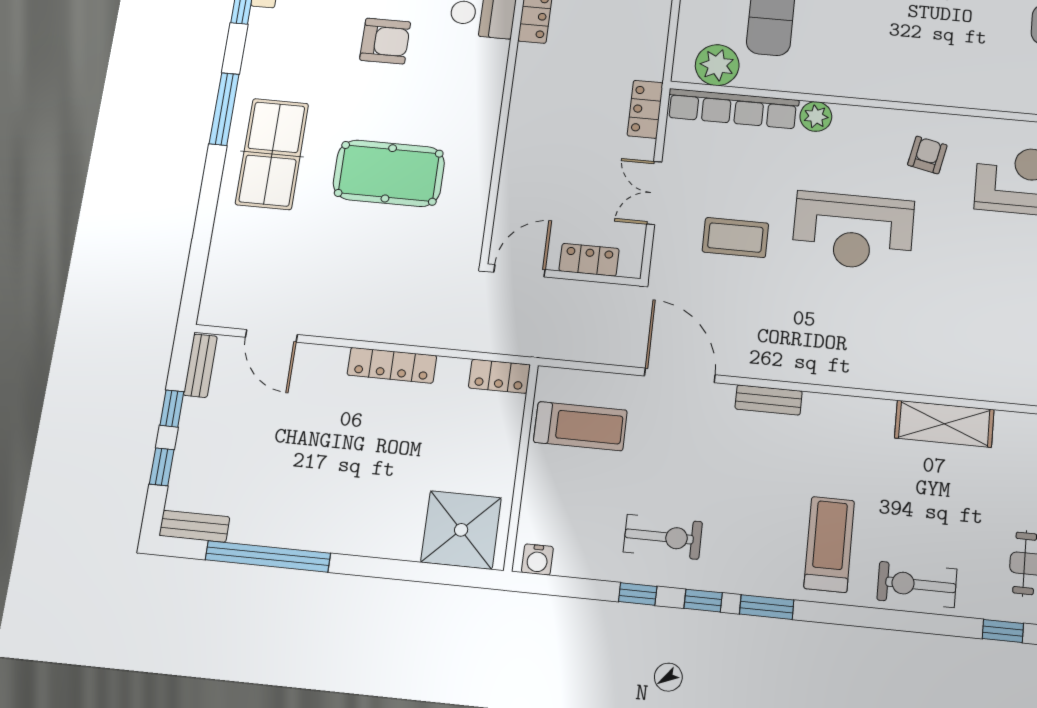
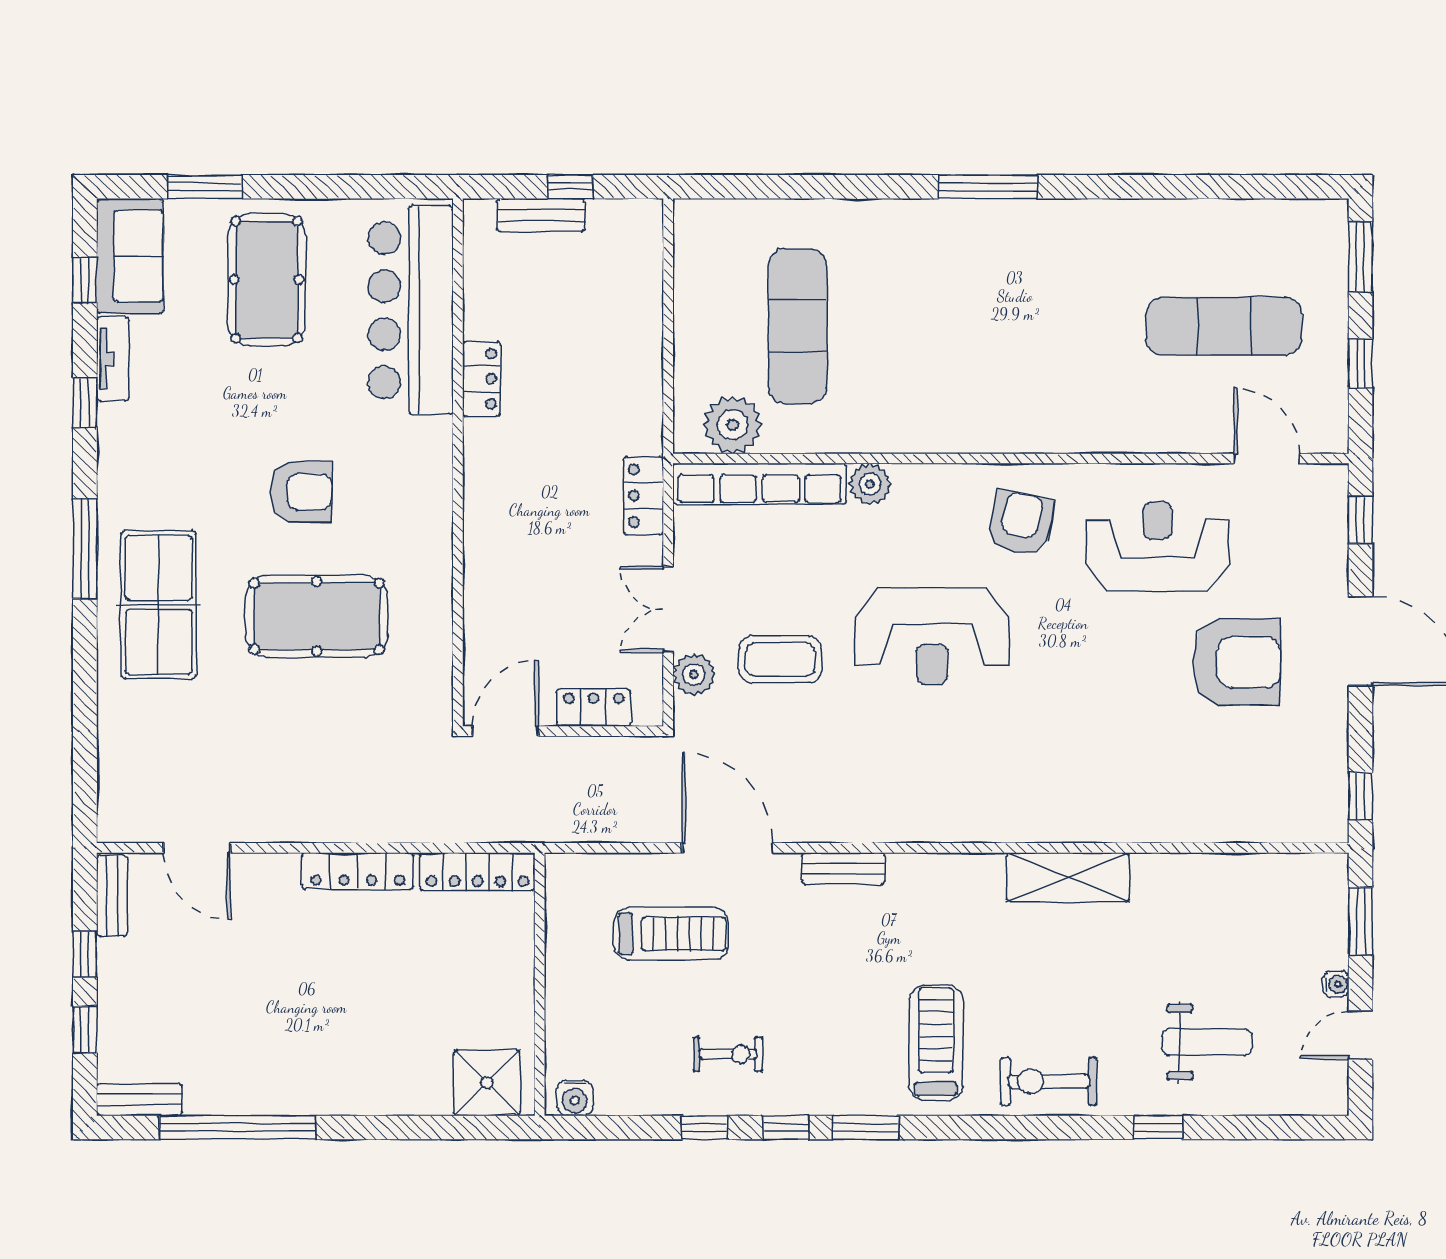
armchair: (385, 41) -> (301, 492), moved
armchair: (927, 155) -> (1021, 523), width x1.38, depth x1.38
plant: (668, 243) -> (694, 675), added
locker: (499, 376) -> (477, 872), width x1.53
treadmill: (580, 426) -> (671, 934), moved
shower: (461, 530) -> (487, 1083), width x0.73, depth x0.73
exercise bike: (663, 537) -> (728, 1054), width x0.73, depth x0.72

